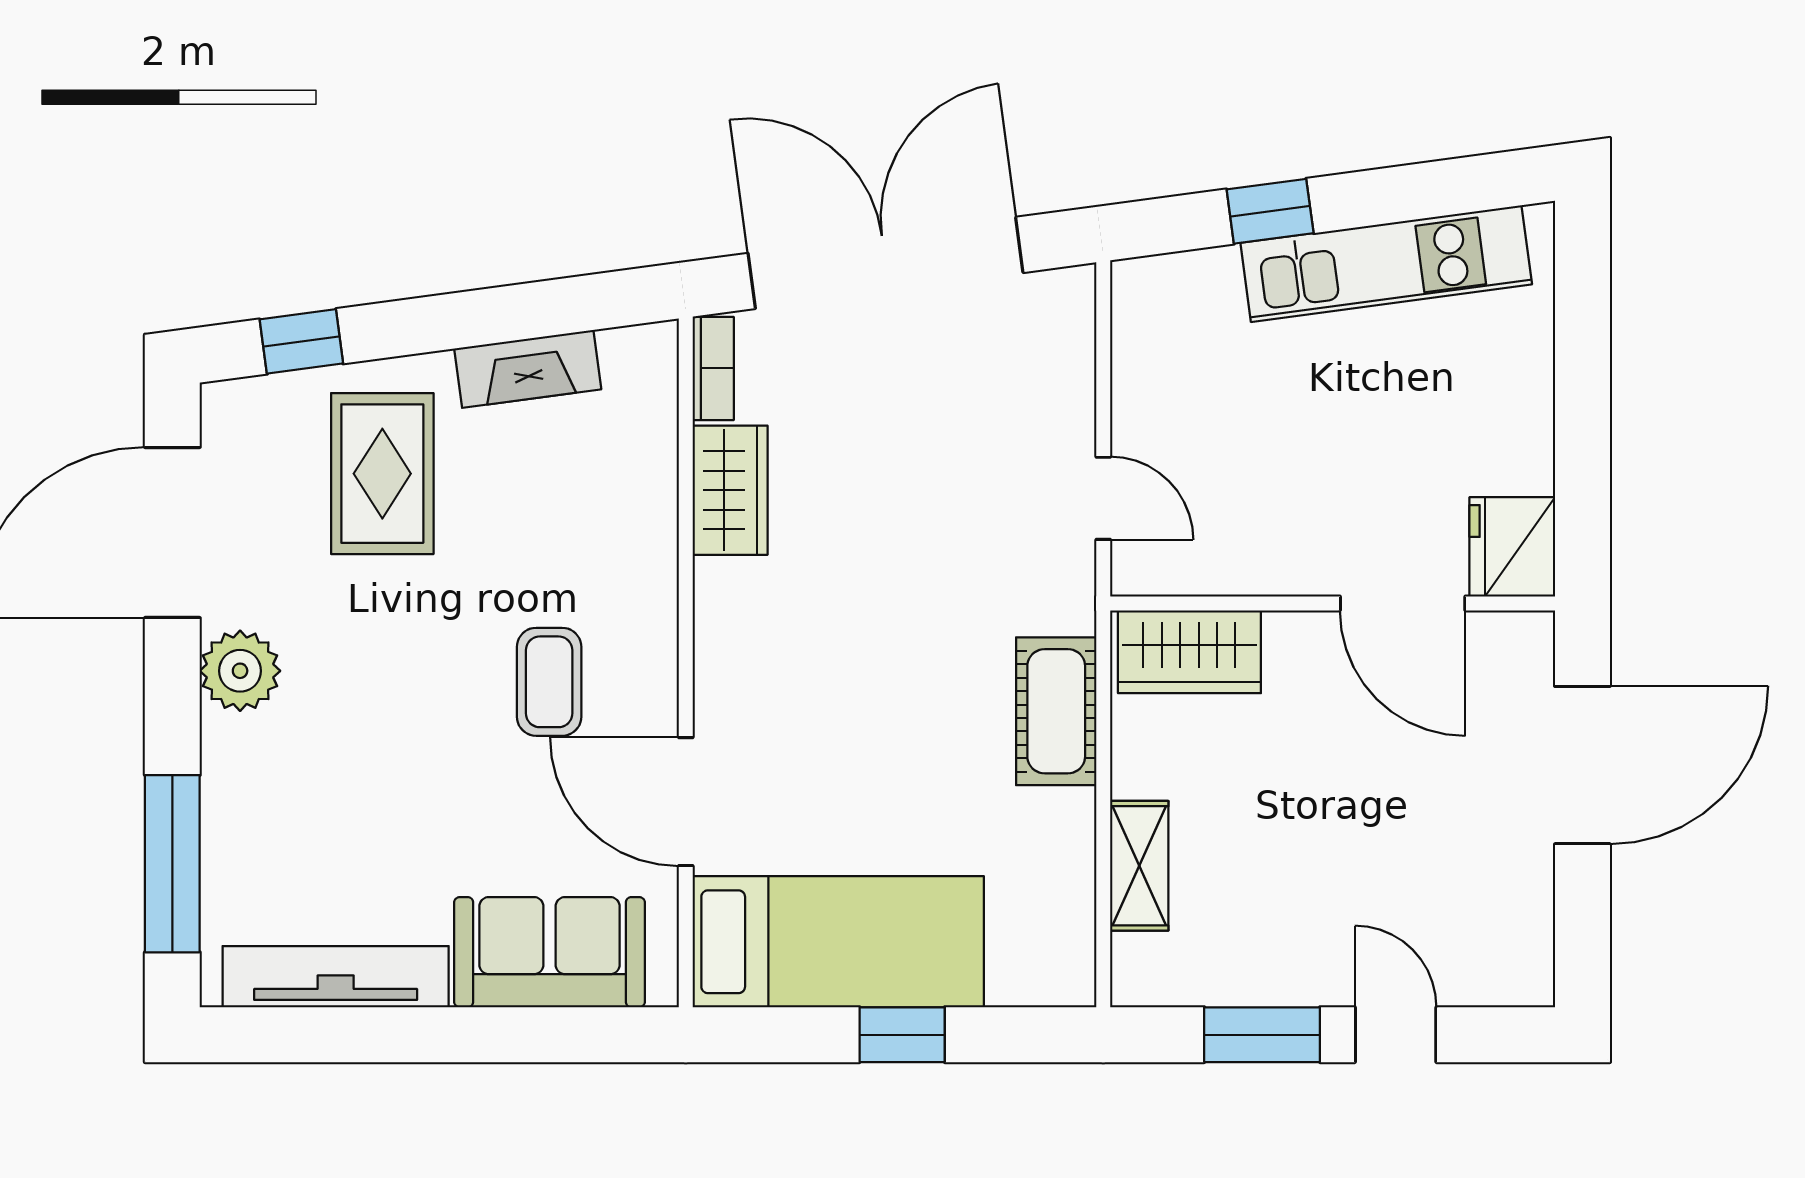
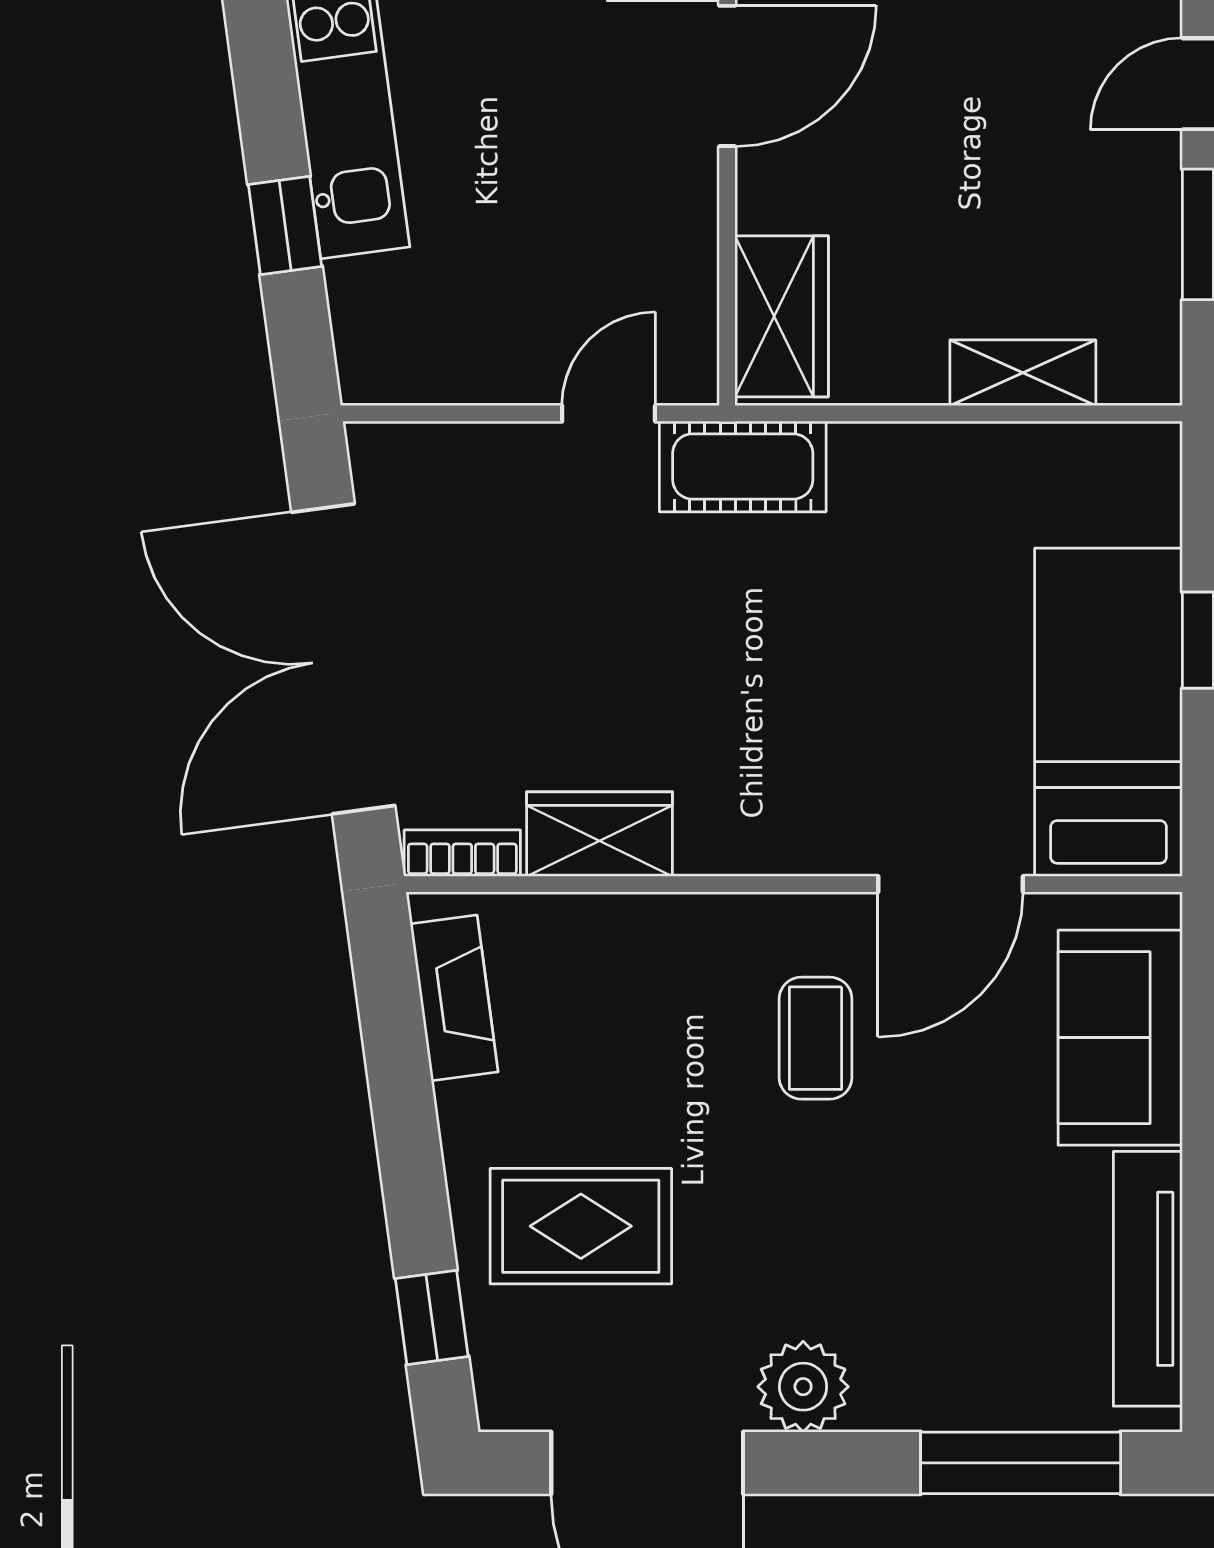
fireplace: (528, 369) -> (454, 998), moved
coffee table: (549, 682) -> (816, 1038), turned 90
cot: (1056, 711) -> (743, 466), moved

